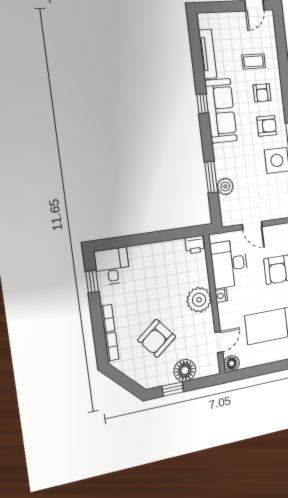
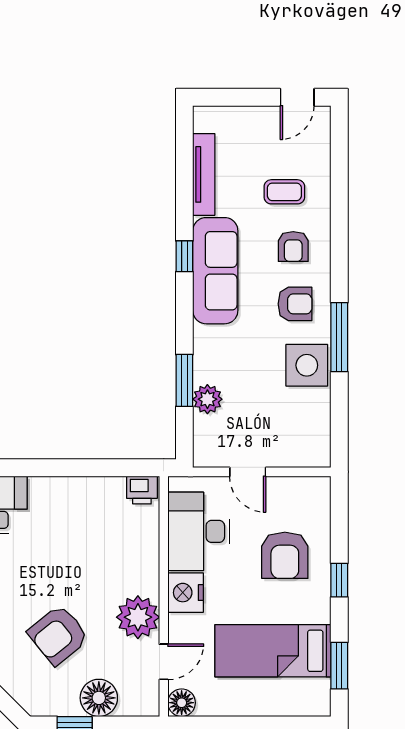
nightstand: (221, 296) -> (186, 593), width x1.89, depth x1.79
plant: (199, 300) -> (138, 617), moved

